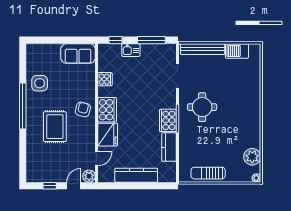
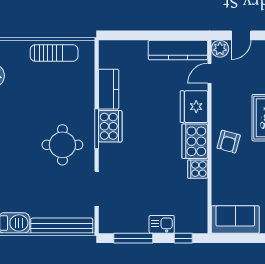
cooker: (105, 79) -> (198, 169), moved
kitchen counter: (136, 175) -> (178, 50), moved

